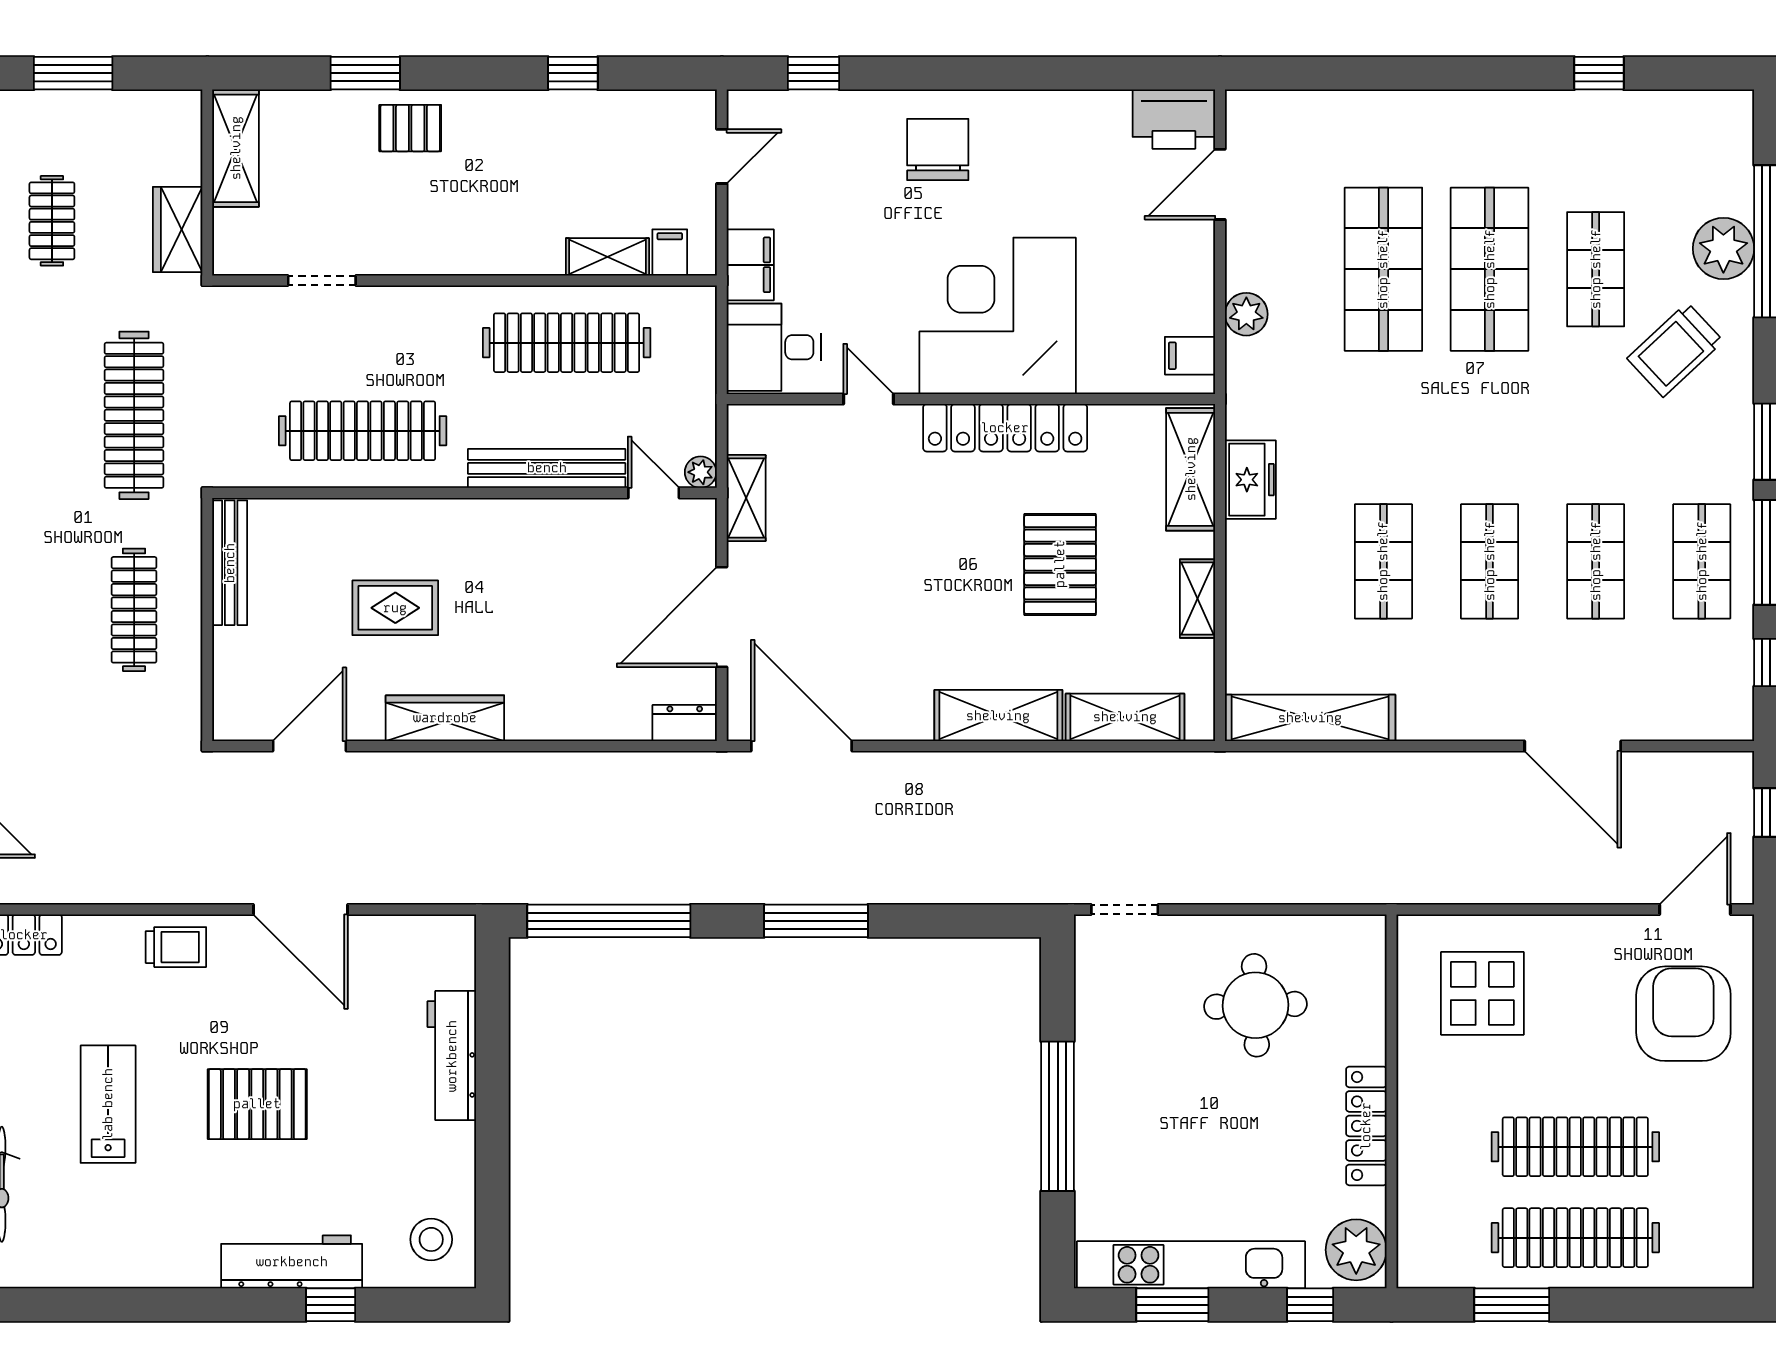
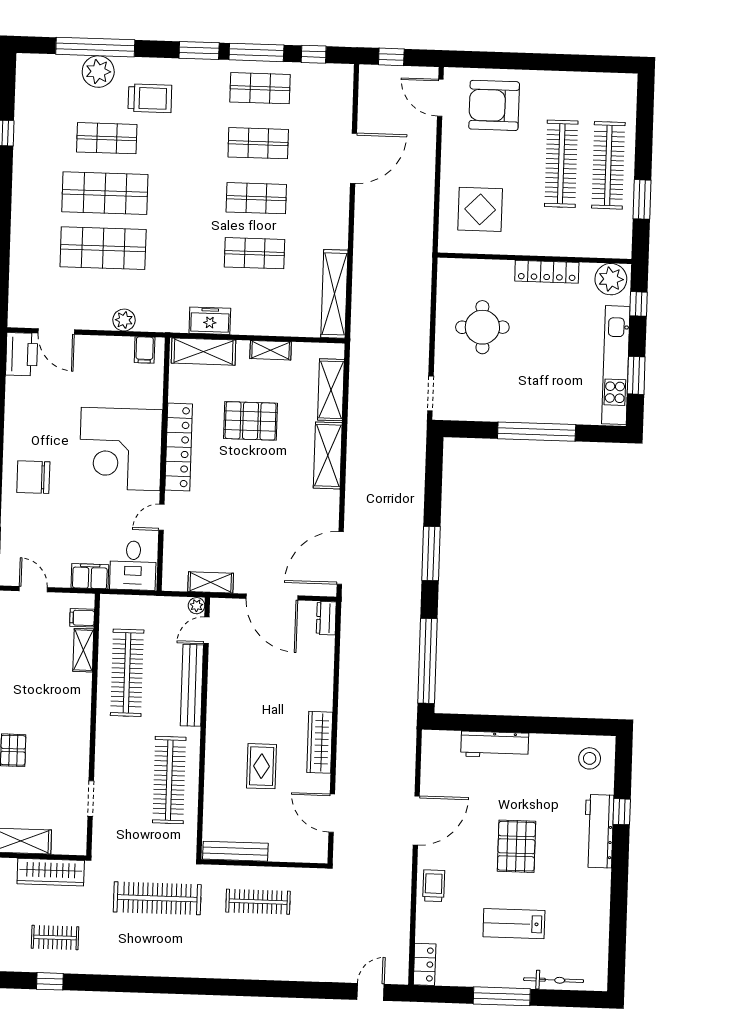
wardrobe: (178, 230) -> (51, 872), width x1.50
trolley: (1675, 350) -> (150, 98), turned -47

